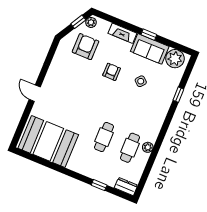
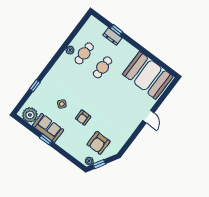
fireplace: (122, 33) -> (66, 146), removed
dresser: (126, 186) -> (112, 36), moved

